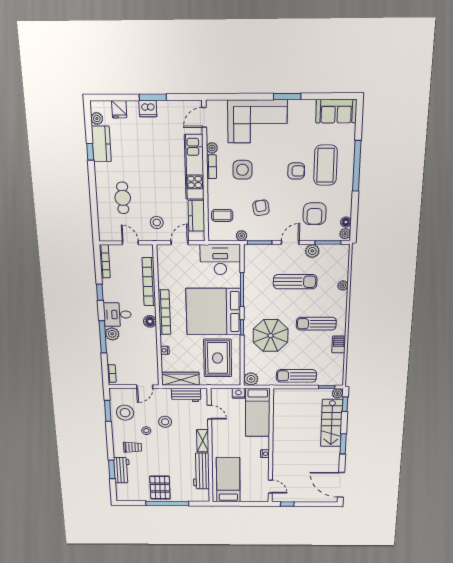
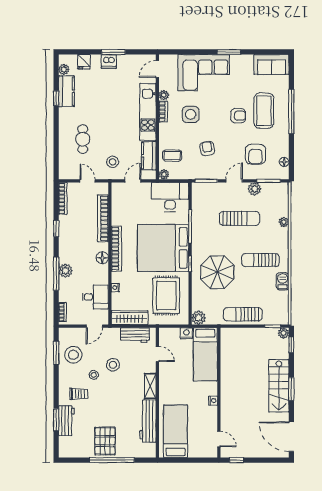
plant: (345, 234) -> (284, 173), removed
plant: (242, 236) -> (164, 174), moved
desk: (117, 315) -> (95, 297), moved, turned 180
stairs: (332, 423) -> (279, 386), moved

